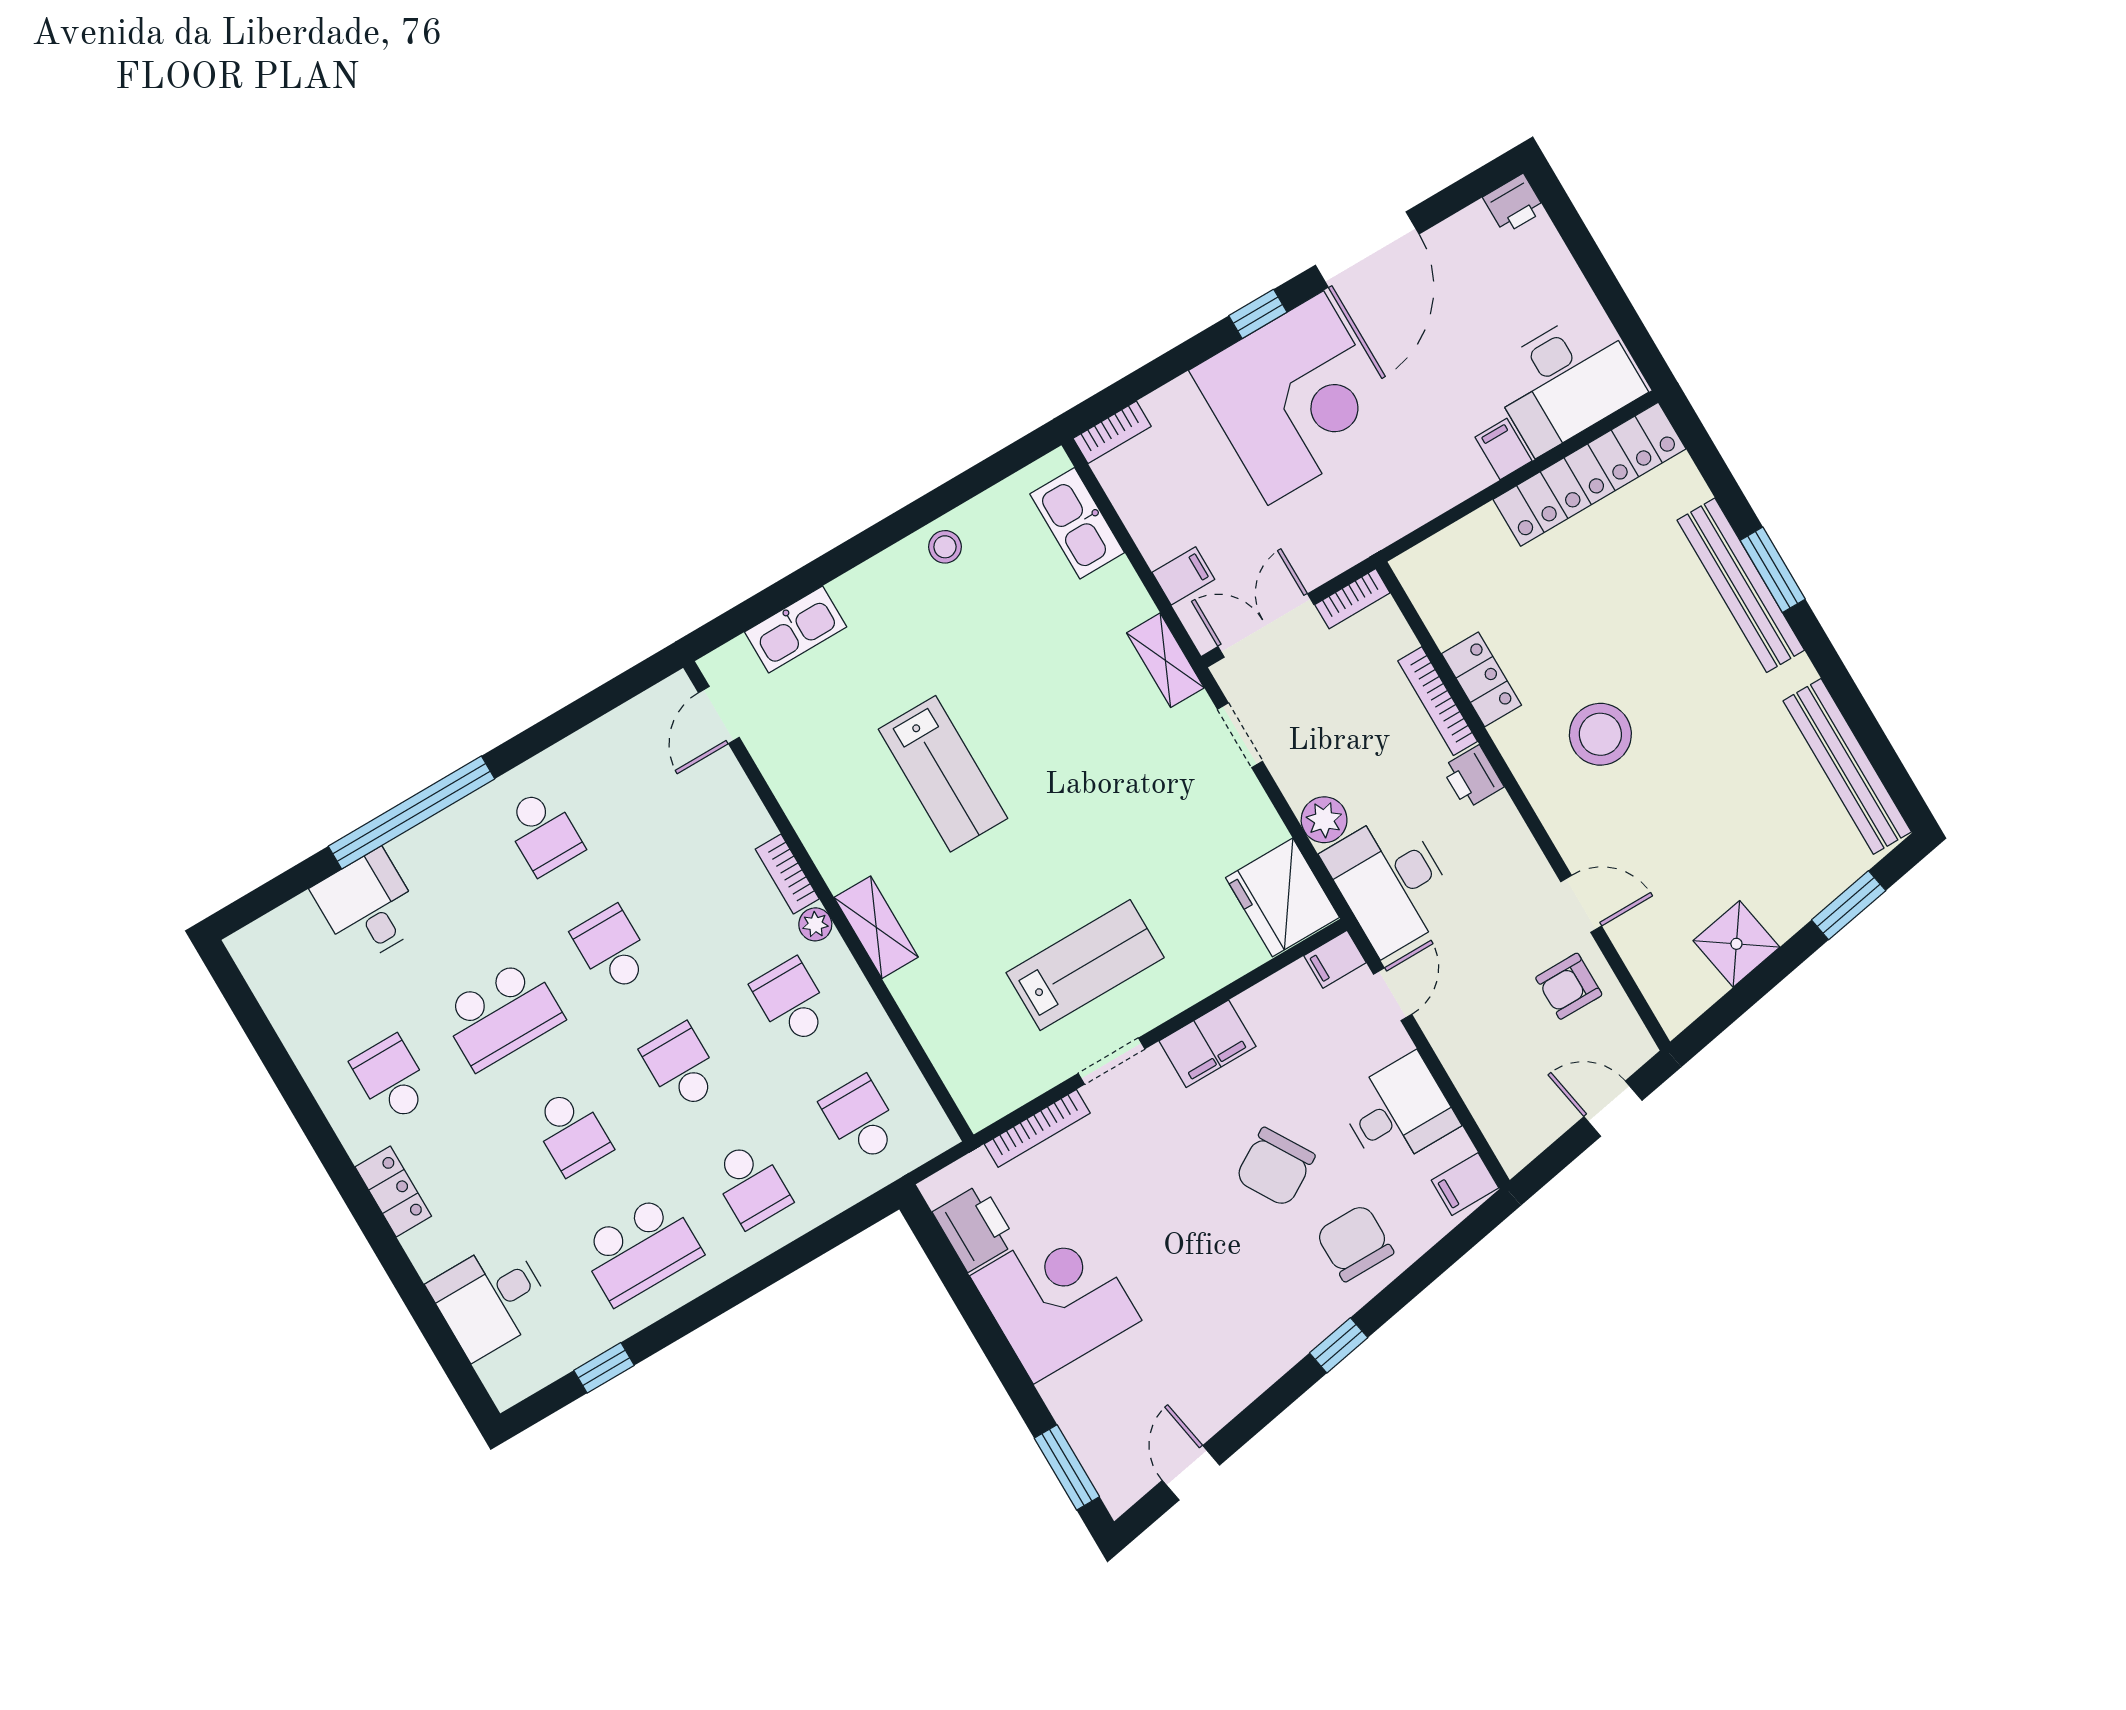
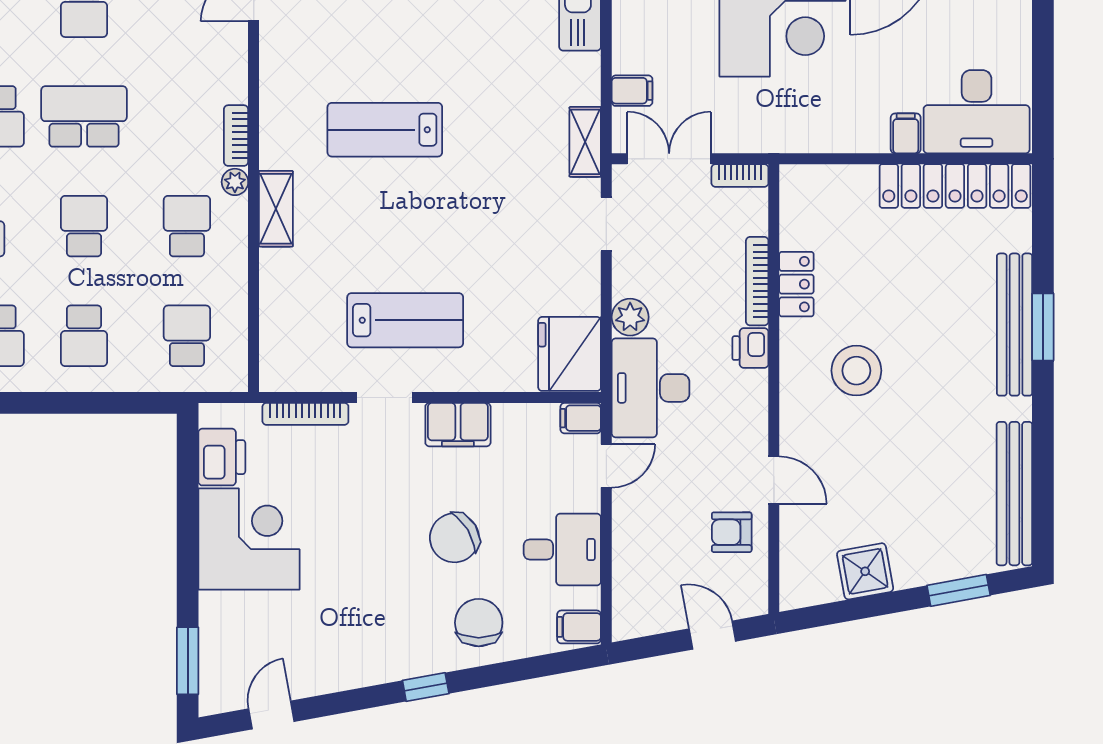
lab bench: (943, 774) -> (385, 130), turned 90
school desk: (612, 949) -> (84, 116), width x1.85

